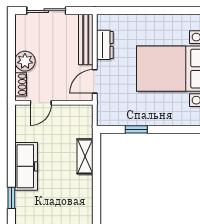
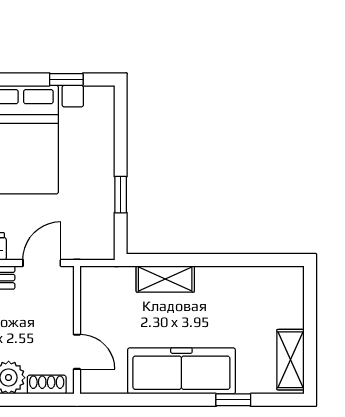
door: (95, 81) -> (42, 263), swing flipped
freezer: (26, 166) -> (181, 371), width x1.36, depth x1.26

